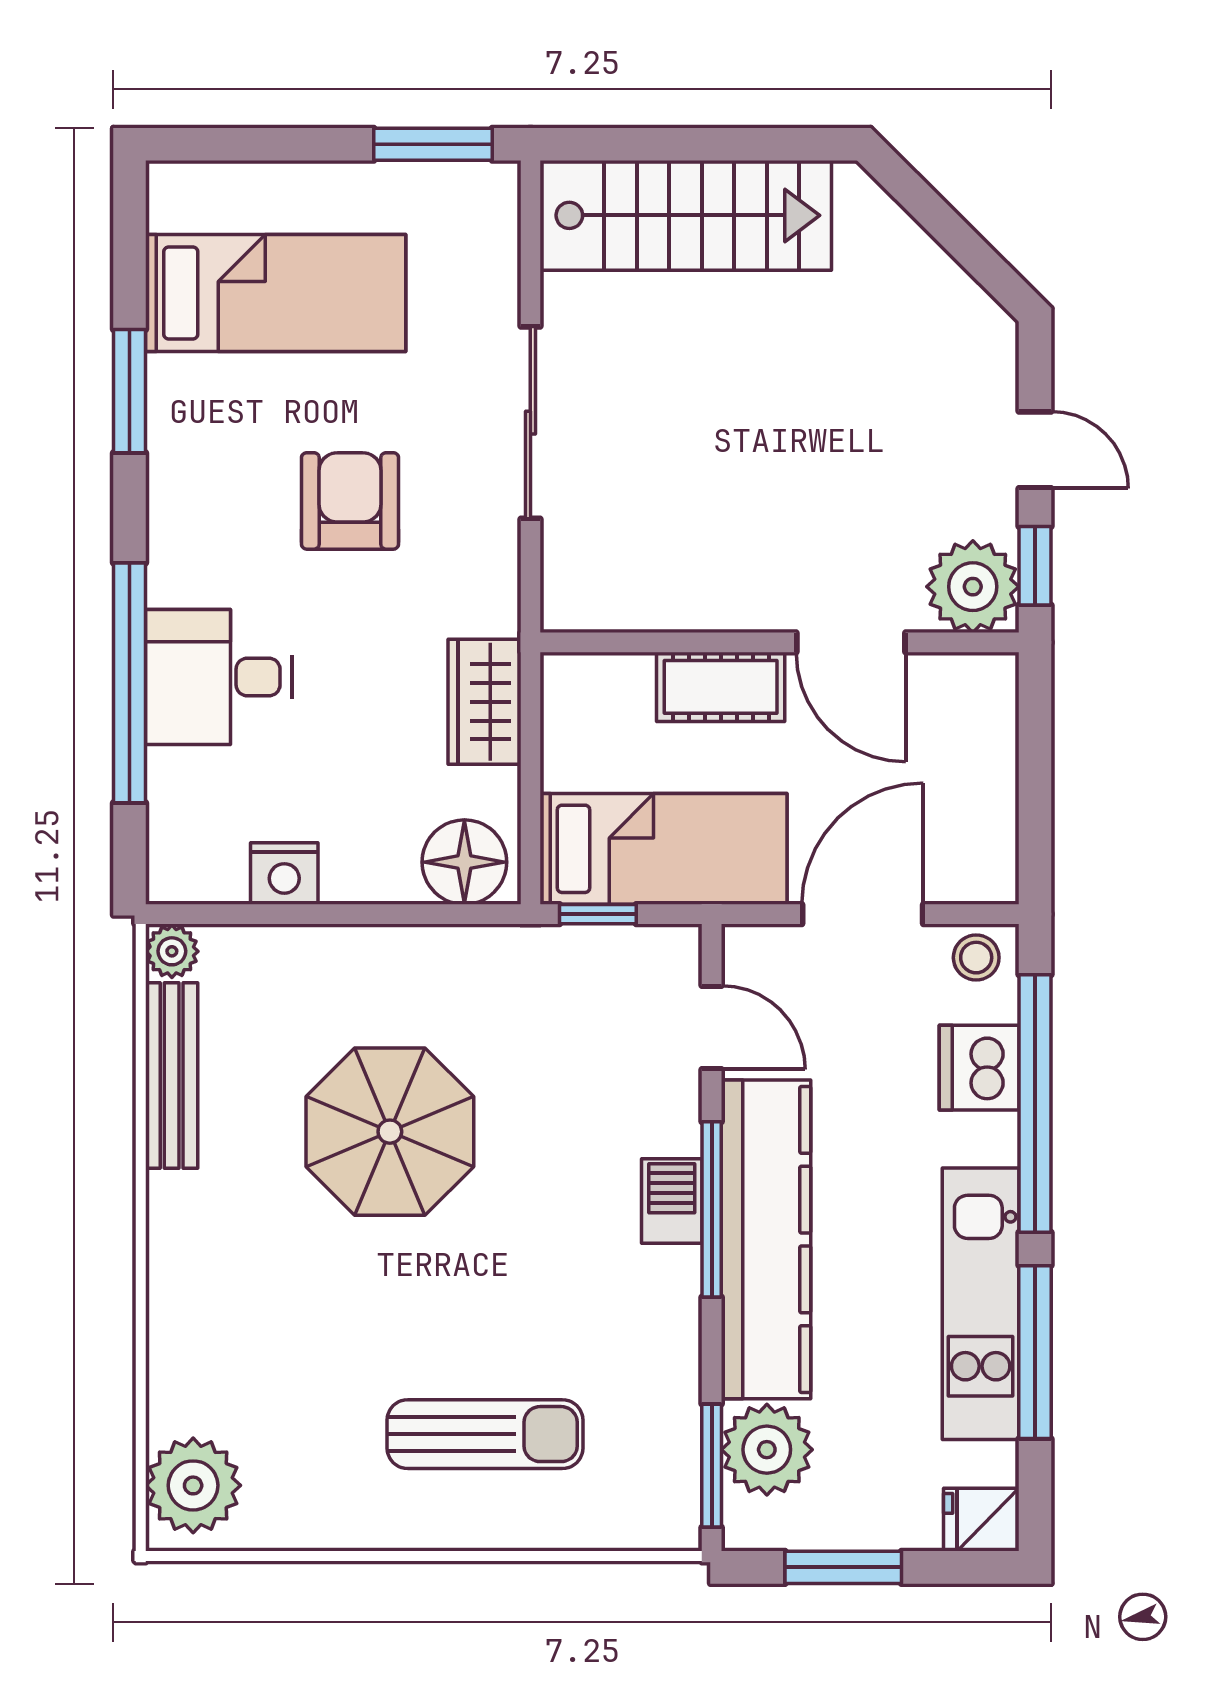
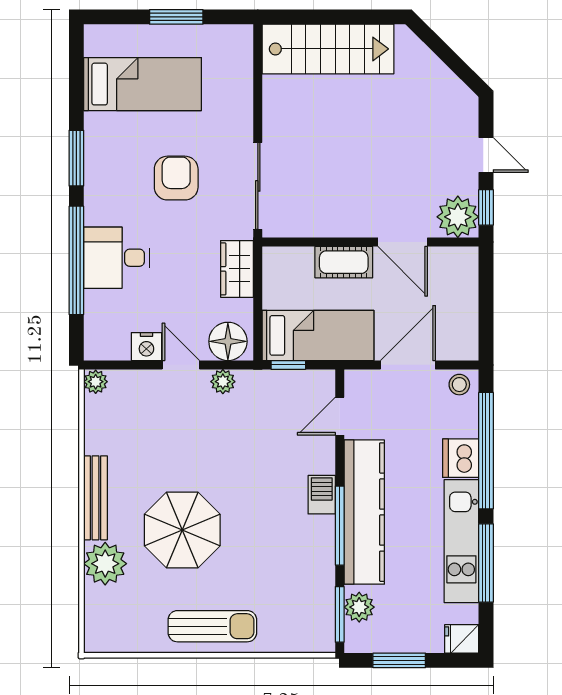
window: (433, 144) -> (176, 17), moved
window: (129, 391) -> (76, 158), moved
sliding door: (530, 423) -> (258, 186), moved
door: (360, 914) -> (181, 365), added
plant: (453, 951) -> (223, 382), added
door: (712, 1027) -> (340, 416), swing flipped
dishwasher: (979, 1068) -> (461, 458), moved
bench: (172, 1076) -> (96, 498), moved
parasol: (390, 1132) -> (182, 530), moved
window: (712, 1209) -> (340, 526), moved
sun lounger: (485, 1434) -> (212, 626), moved
plant: (767, 1450) -> (359, 607), width x0.73, depth x0.73
plant: (193, 1485) -> (105, 564), moved

